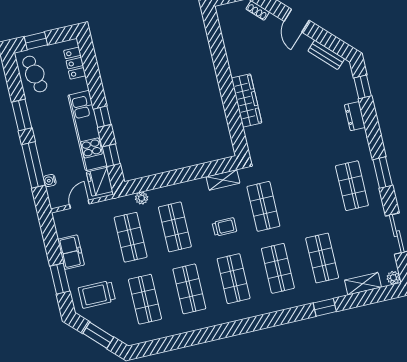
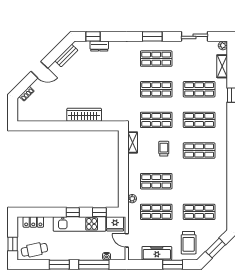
dresser: (355, 116) -> (99, 46), moved
freezer: (71, 252) -> (157, 253), width x1.40
shop shelf: (189, 289) -> (156, 89), moved

